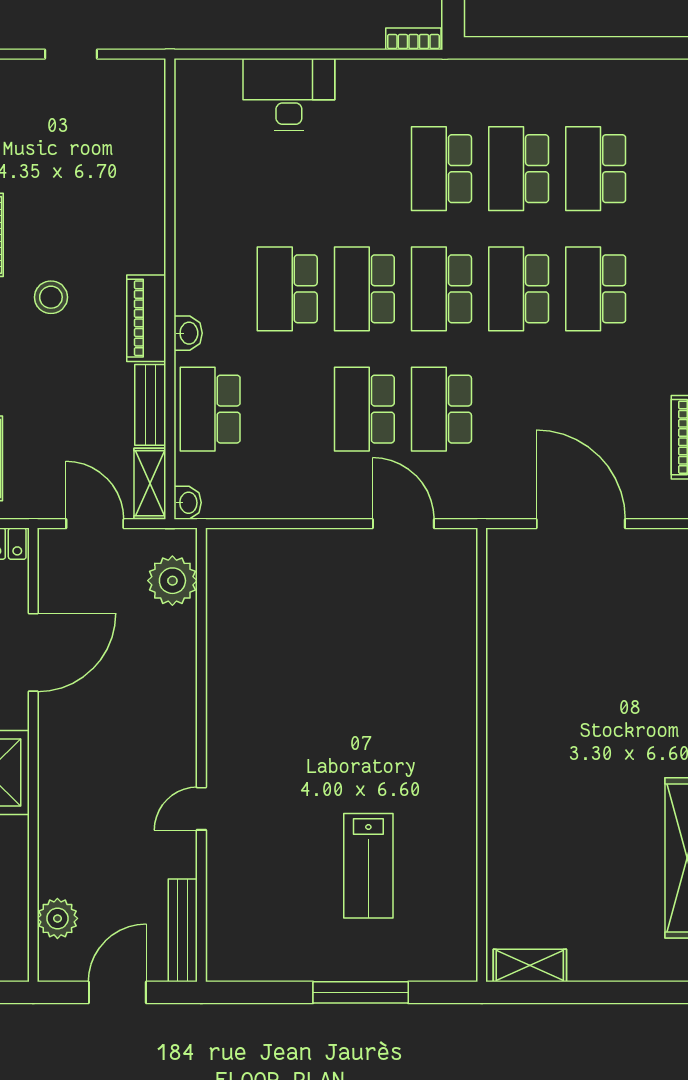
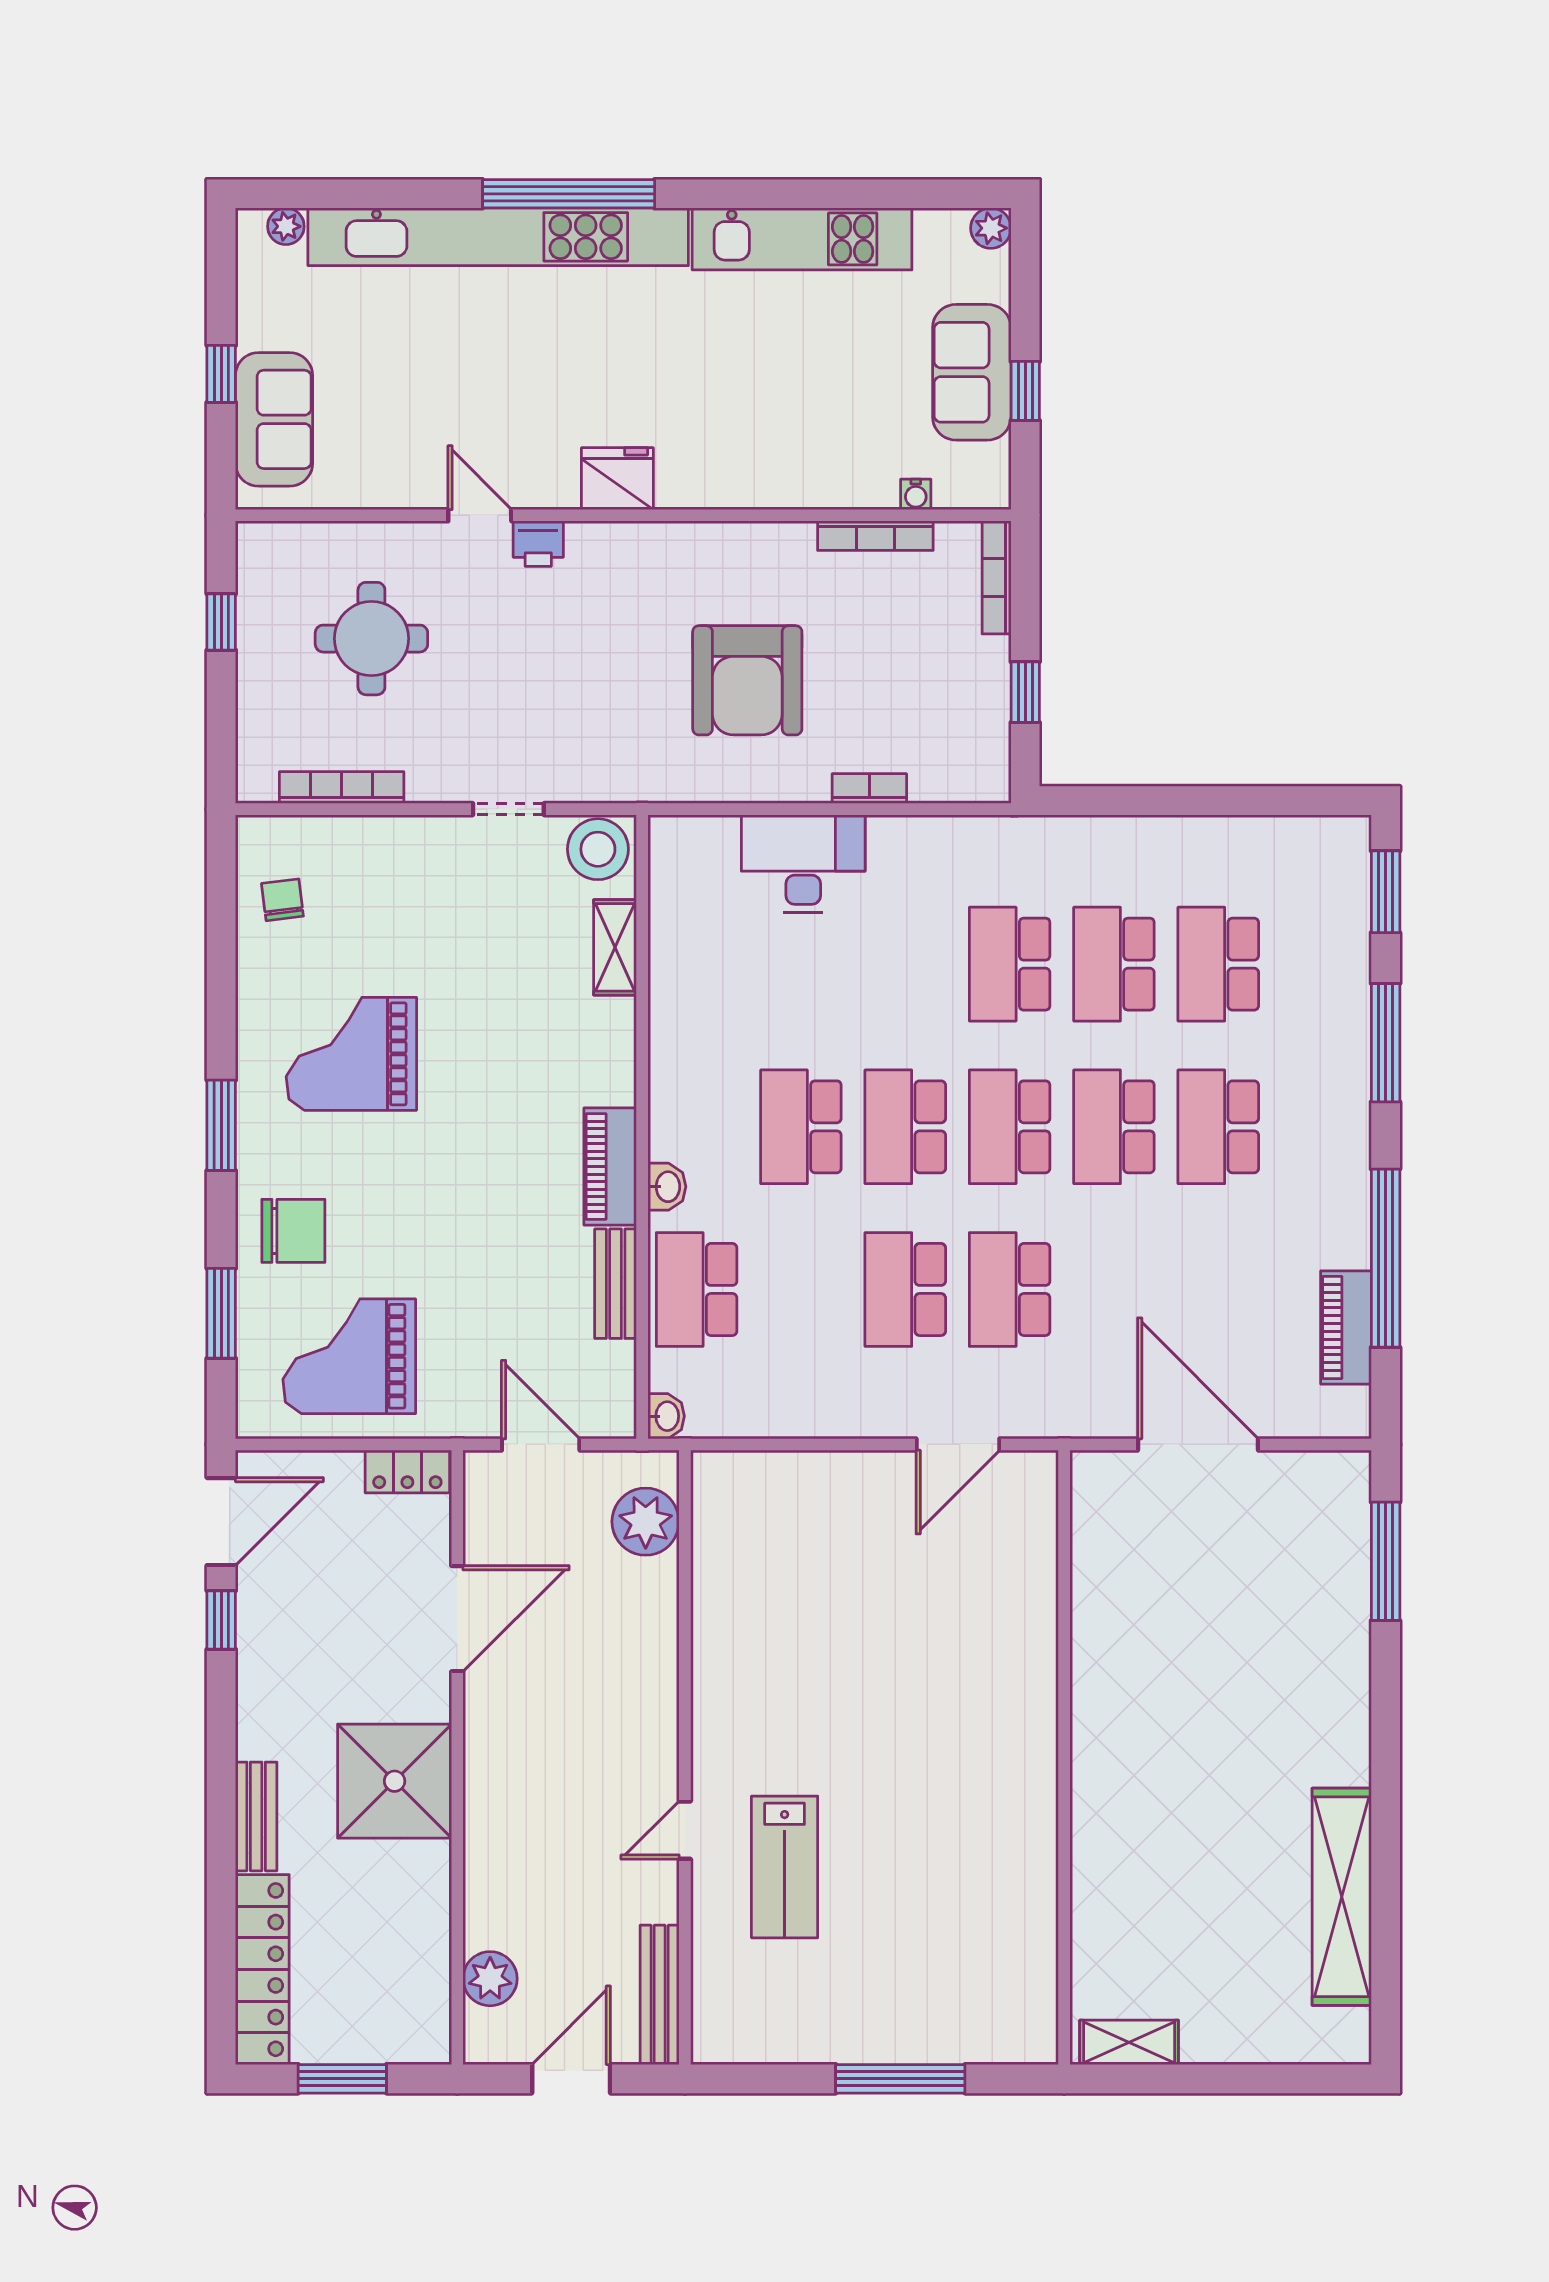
bookcase: (413, 39) -> (869, 789), moved
stool: (51, 297) -> (598, 849), moved, width x1.38, depth x1.38
shelving: (150, 483) -> (615, 947), moved
door: (403, 524) -> (958, 1444), swing flipped
lab bench: (368, 866) -> (785, 1867), moved

